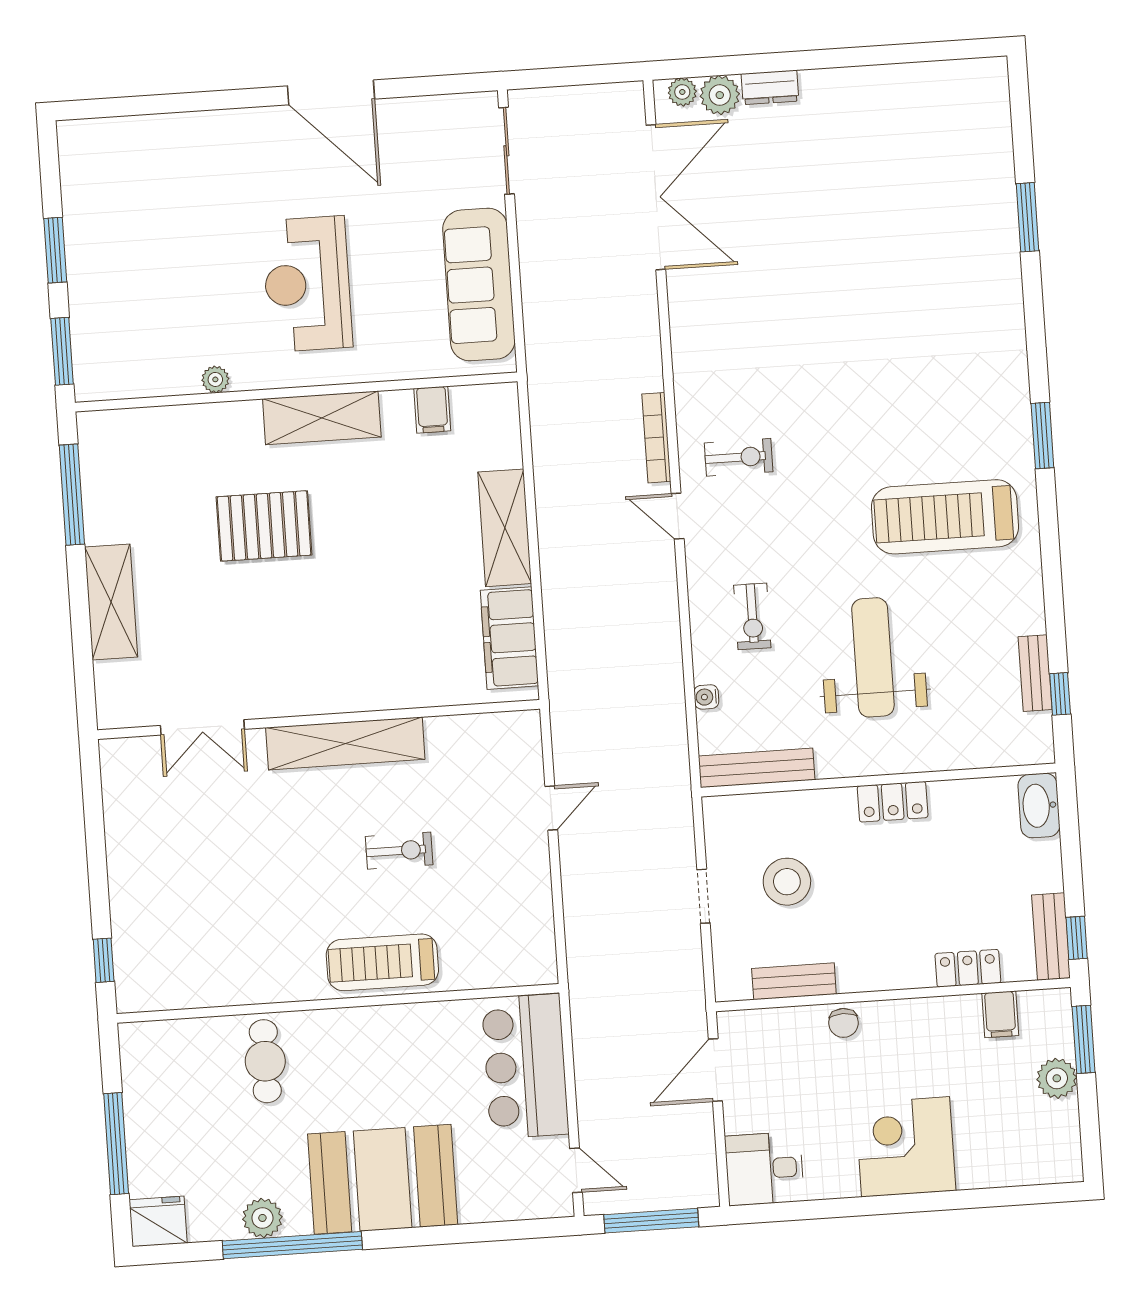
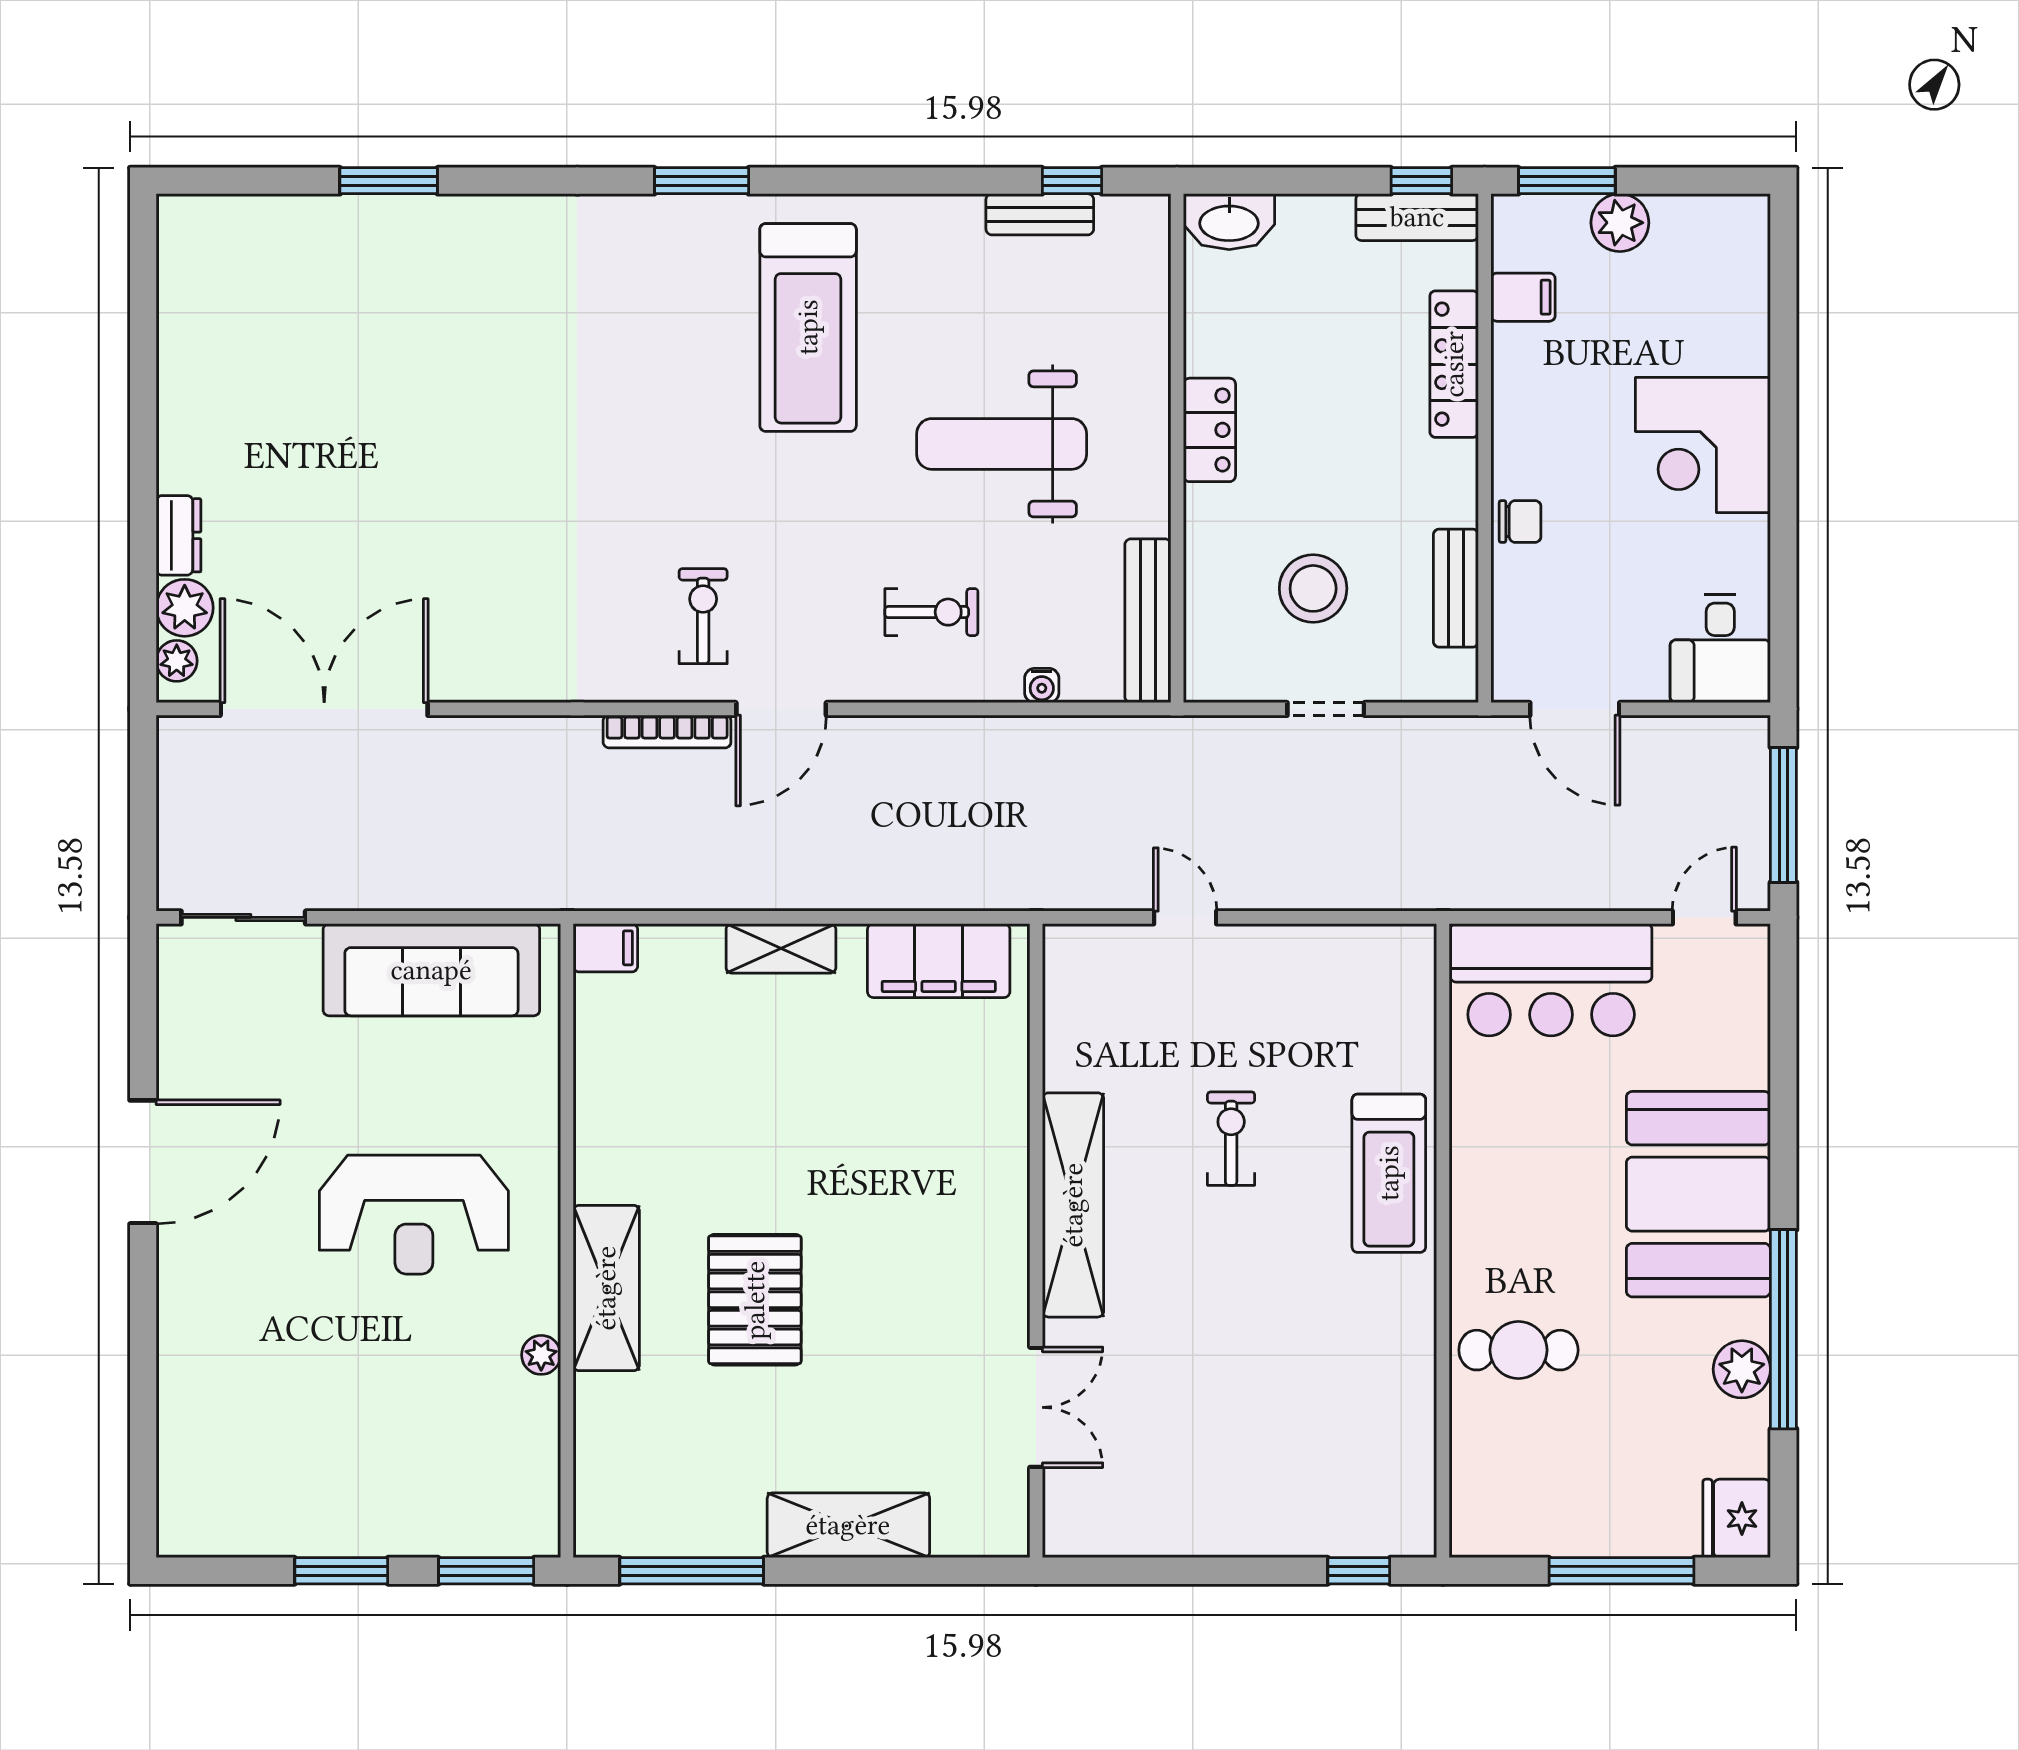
filing cabinet: (432, 410) -> (605, 948), moved
shelving: (322, 418) -> (606, 1288), moved
door: (678, 516) -> (781, 709), width x1.38
shelving: (505, 528) -> (781, 948), width x0.67, depth x0.75
locker: (968, 968) -> (1454, 364), width x1.53

